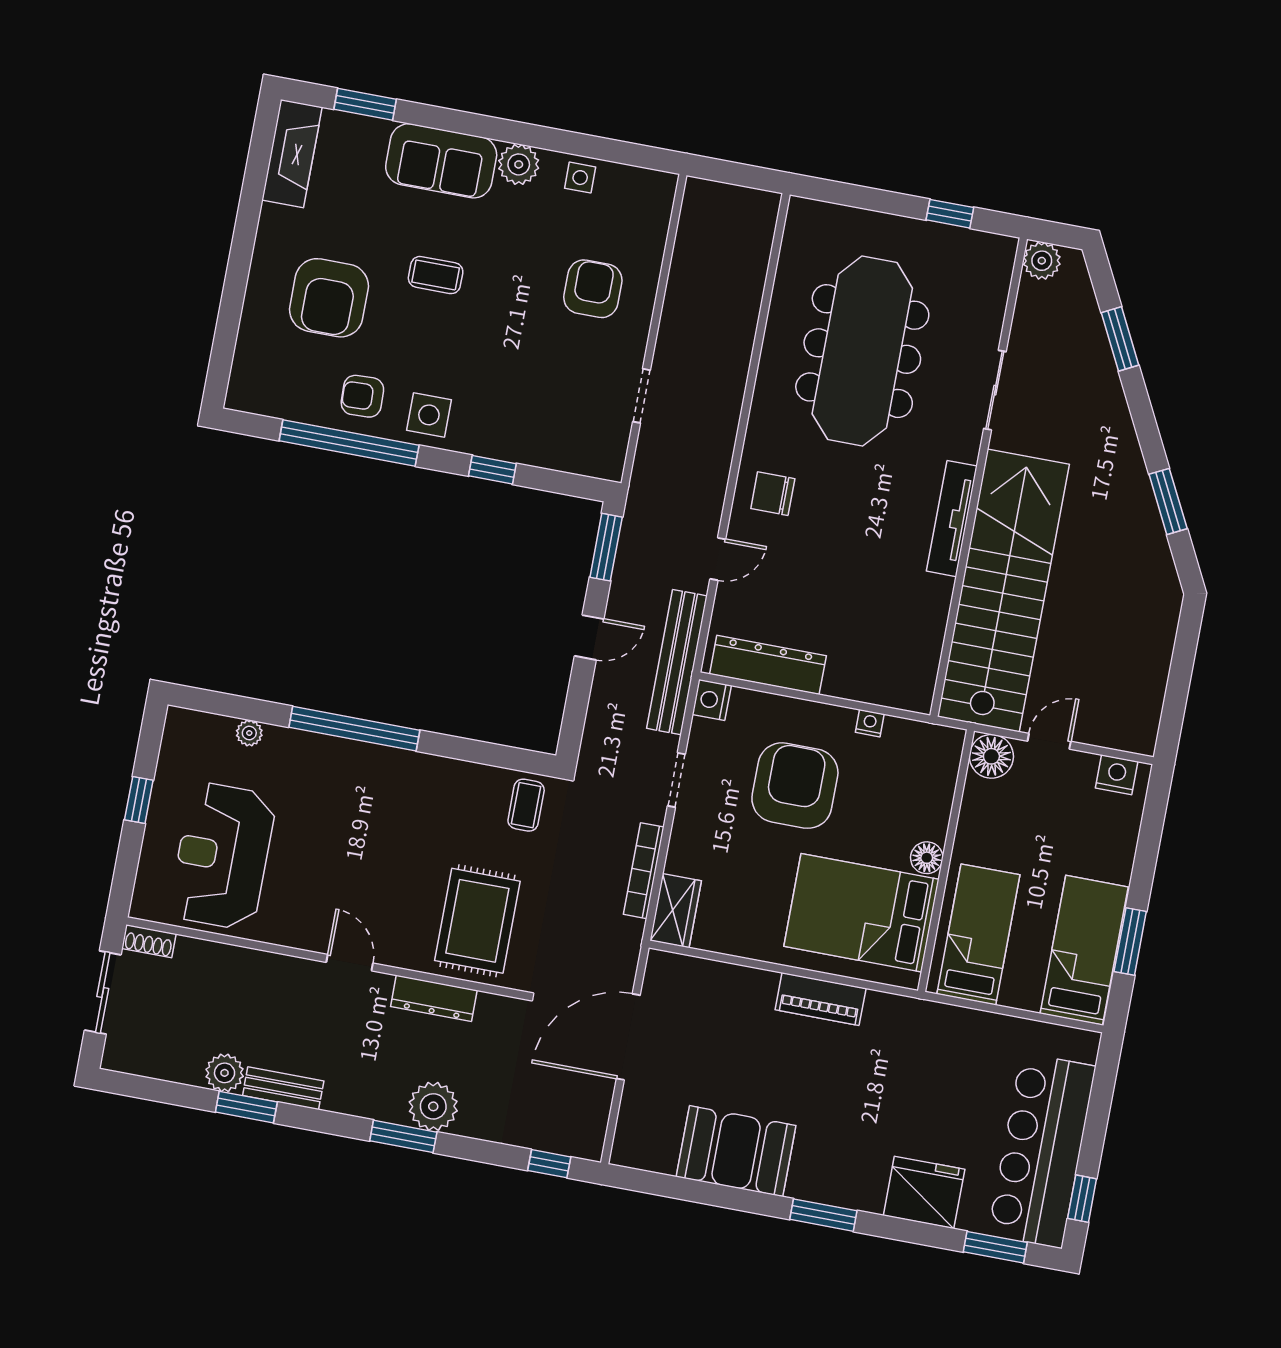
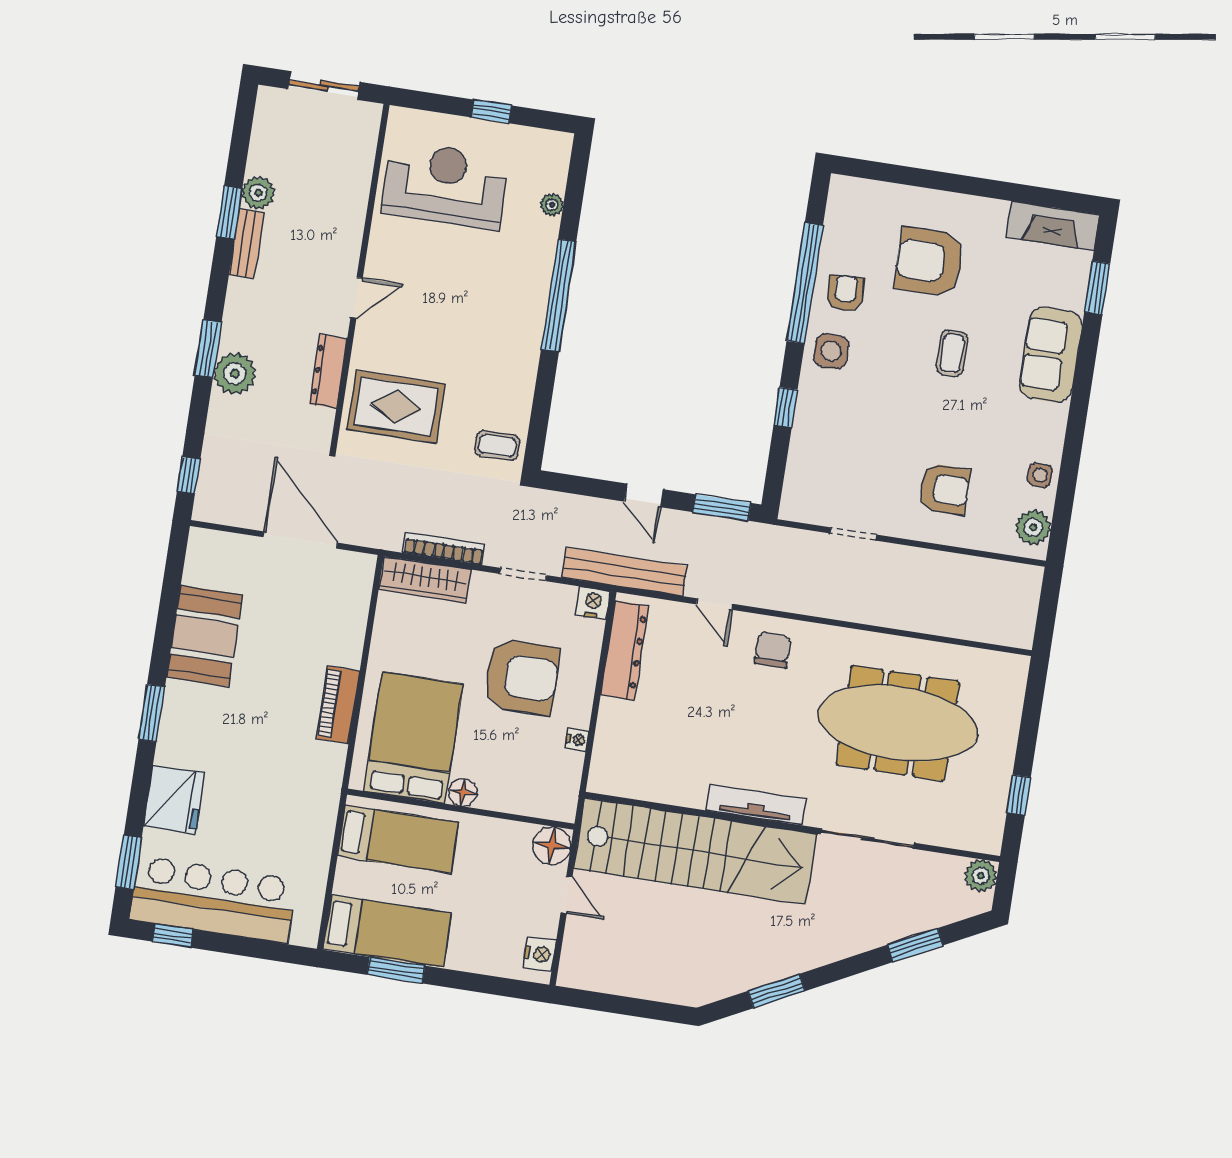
plant: (519, 164) -> (1033, 527), moved
sliding door: (995, 390) -> (868, 839), width x1.37
wardrobe: (676, 911) -> (425, 580), width x1.50
shoe rack: (149, 941) -> (370, 124), removed

